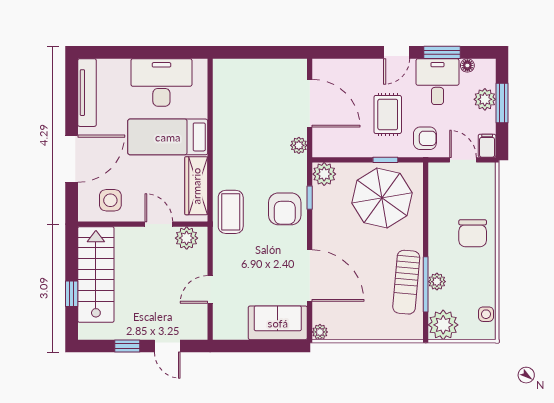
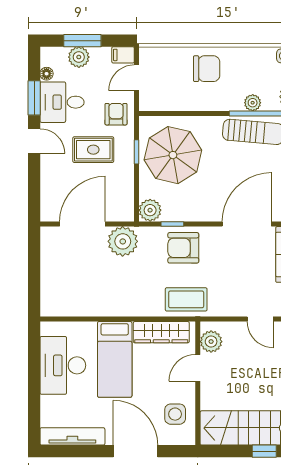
plant: (299, 145) -> (123, 241), width x1.88, depth x1.88
armchair: (285, 209) -> (183, 248), turned 180

